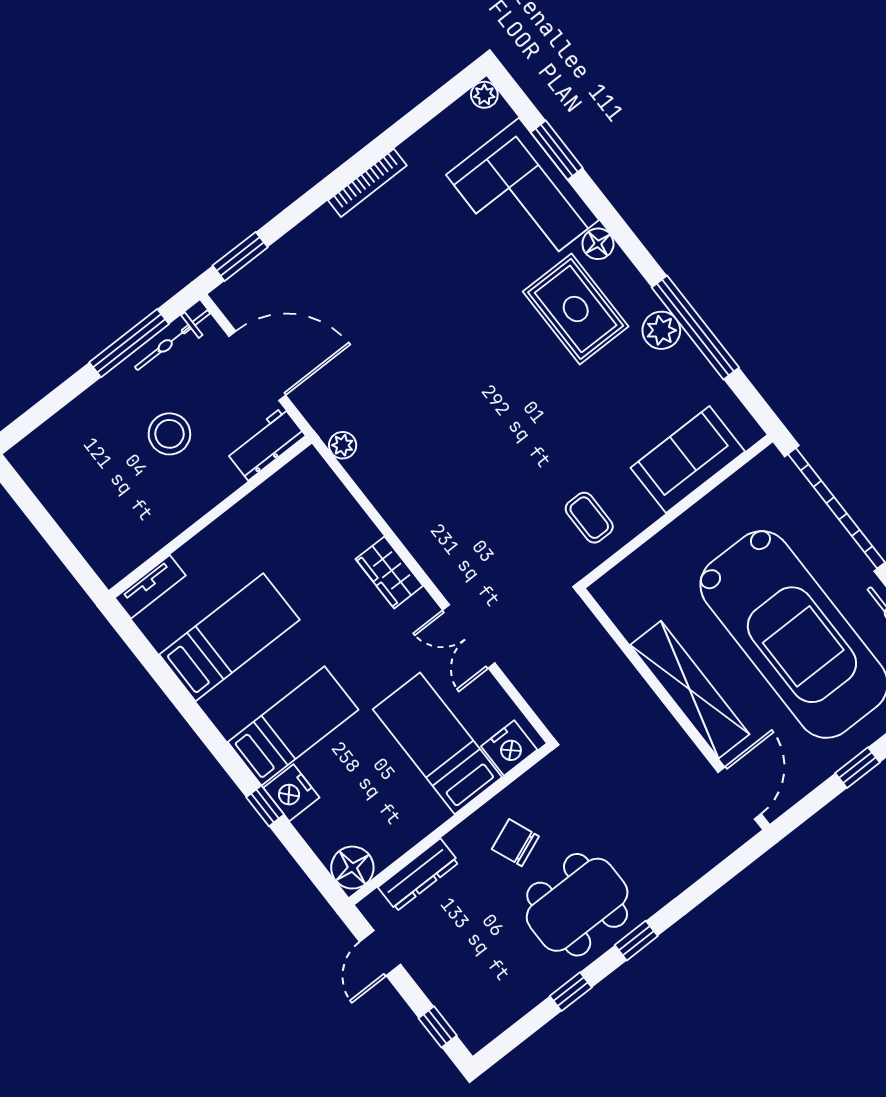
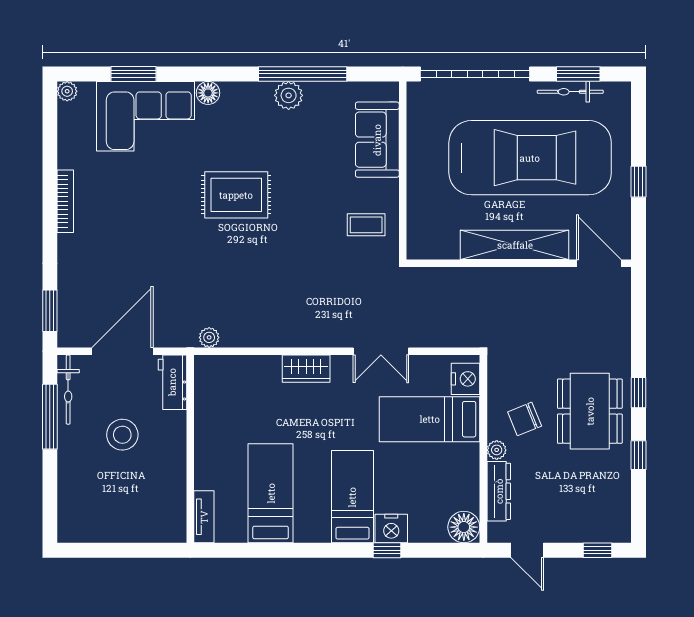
rug: (576, 309) -> (236, 195), moved
plant: (460, 839) -> (497, 450), added

